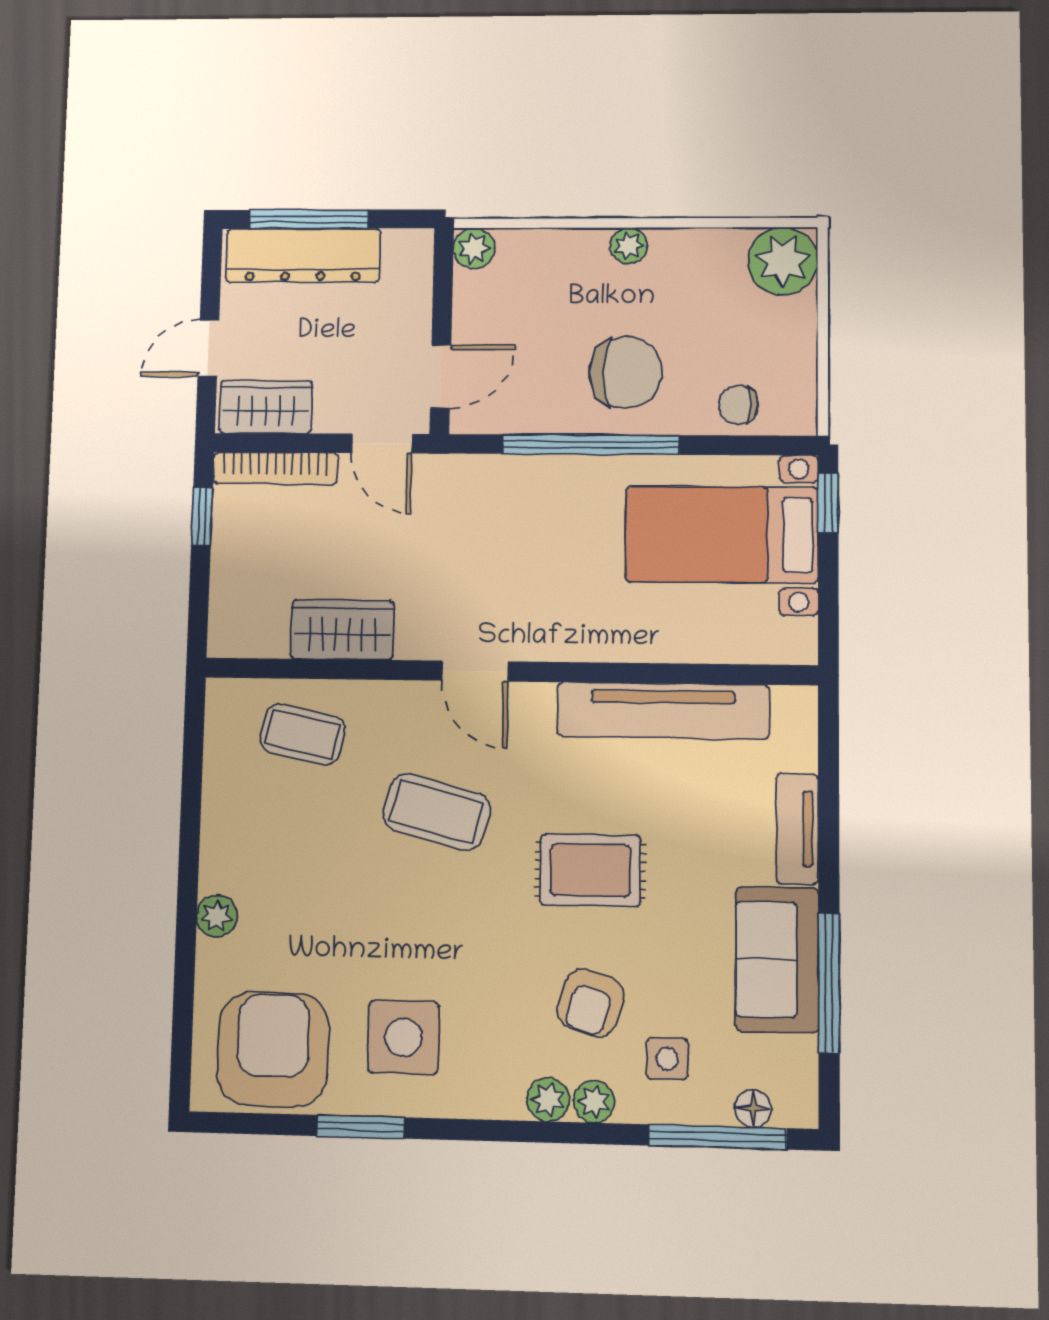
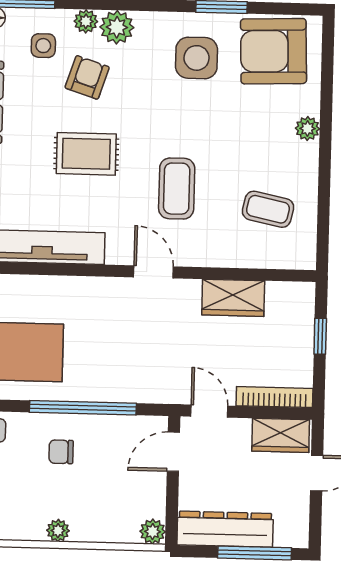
dresser: (303, 255) -> (225, 529), moved
chair: (626, 372) -> (61, 452), width x0.54, depth x0.54
window: (202, 517) -> (320, 336), moved
coffee table: (302, 734) -> (268, 209), moved
coffee table: (437, 812) -> (177, 189), turned 75
armchair: (273, 1049) -> (273, 51), turned 88
plant: (548, 1100) -> (117, 27), width x1.38, depth x1.38

